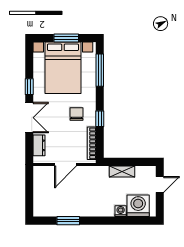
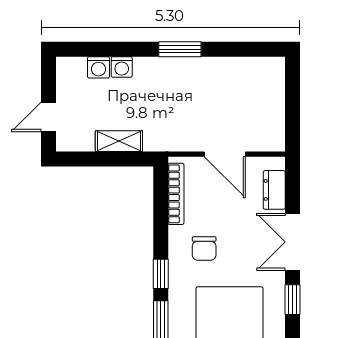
window: (100, 119) -> (161, 274), moved
door: (66, 164) -> (225, 154), swing flipped
washing machine: (138, 206) -> (98, 67), width x0.53, depth x0.53
window: (68, 221) -> (180, 49), moved

